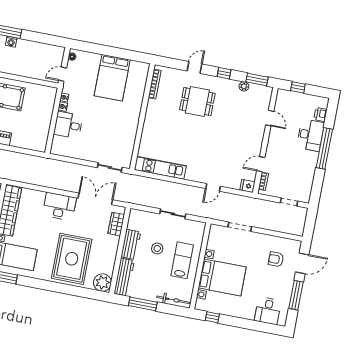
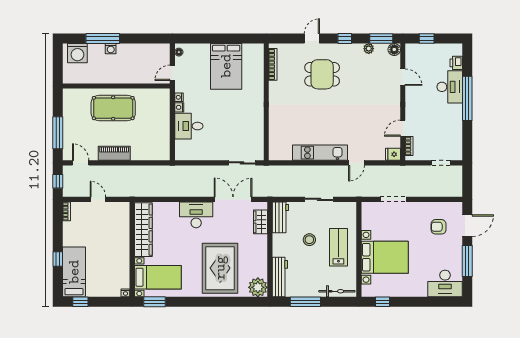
floor lamp: (267, 92) -> (394, 49), added
kitchen unit: (160, 168) -> (320, 153), moved
workbench: (131, 244) -> (280, 217), moved
desk: (268, 311) -> (445, 283), width x1.37

